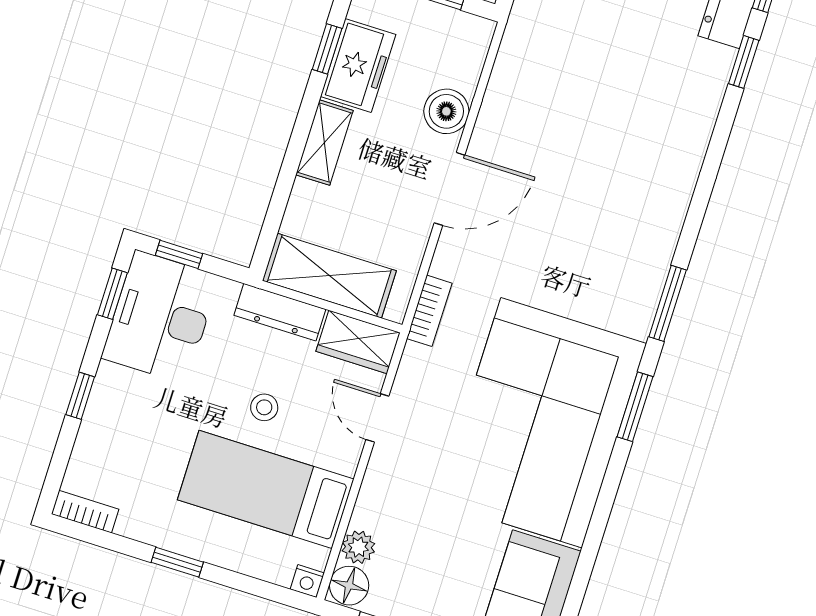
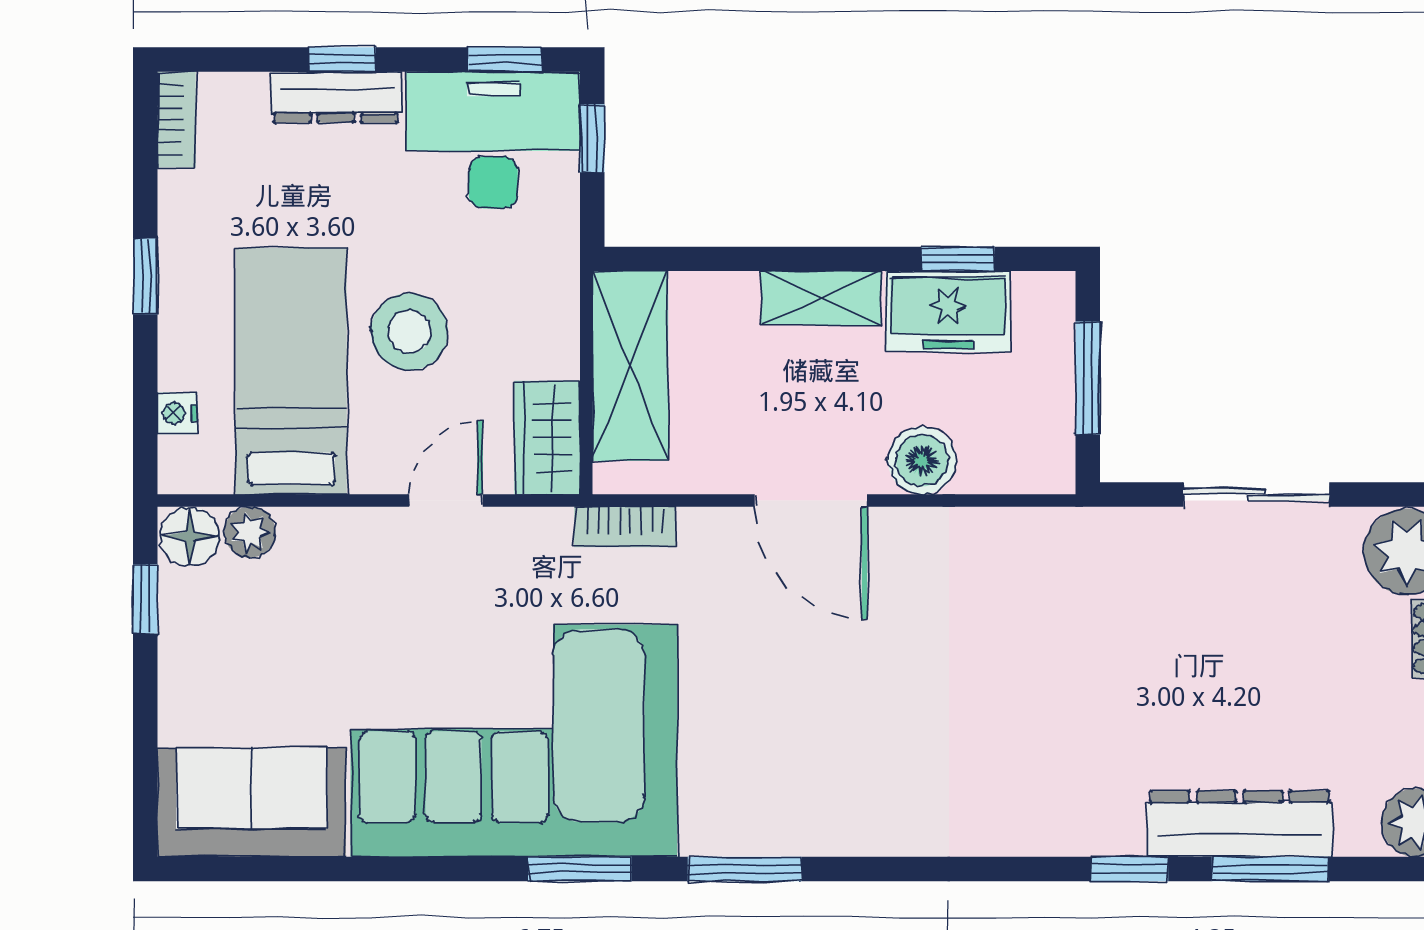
dresser: (280, 312) -> (336, 97), moved, turned -90
stool: (264, 407) -> (409, 332), width x1.89, depth x1.89
nightstand: (307, 581) -> (177, 413), moved

